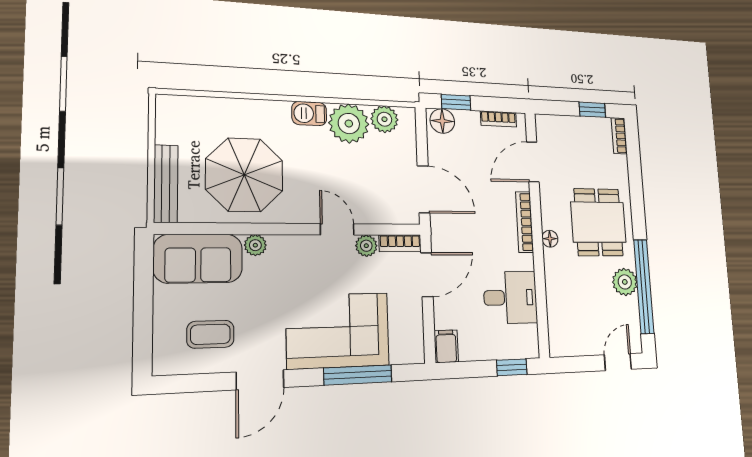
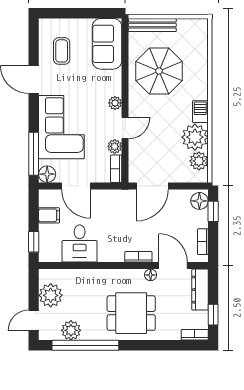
dresser: (562, 126) -> (200, 290), added
bookcase: (525, 222) -> (138, 257), width x0.64
floor lamp: (550, 239) -> (151, 275), moved
plant: (255, 245) -> (115, 103), moved
door: (427, 275) -> (76, 186), moved
plant: (625, 282) -> (71, 330), moved
plant: (583, 339) -> (51, 295), added
filing cabinet: (446, 346) -> (49, 215), moved
floor lamp: (412, 351) -> (47, 174), added
door: (618, 362) -> (34, 320), swing flipped
window: (358, 375) -> (34, 154), moved

